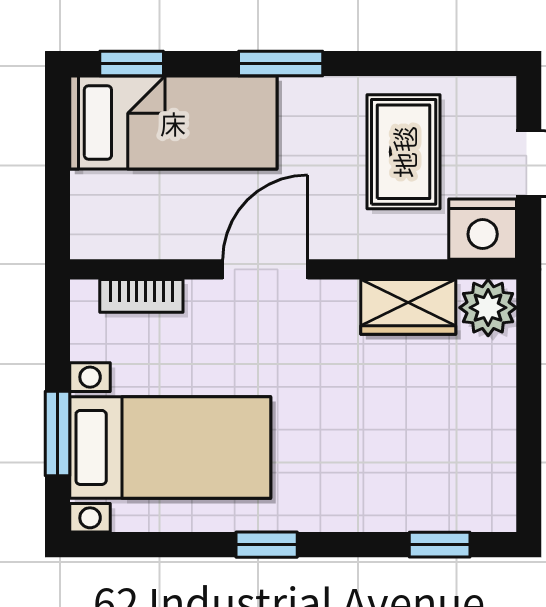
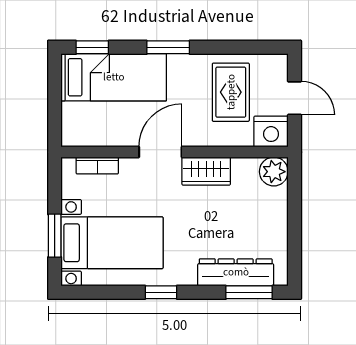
wardrobe: (408, 307) -> (206, 171), moved
dresser: (413, 506) -> (236, 272), added
window: (440, 545) -> (249, 292), width x1.50

